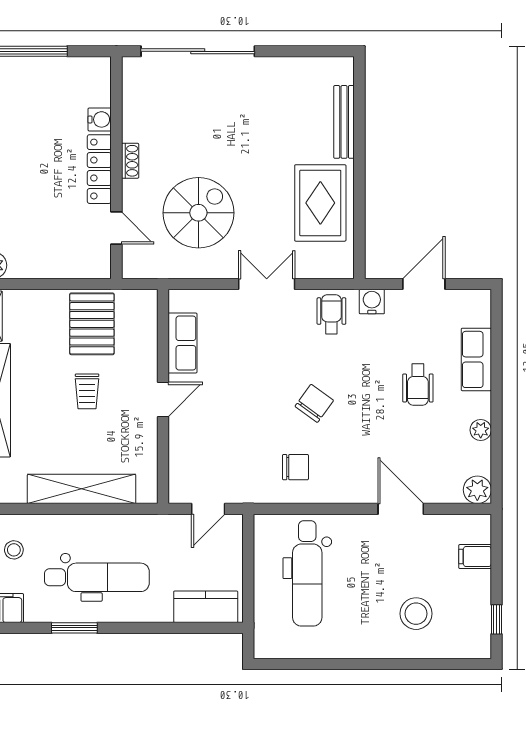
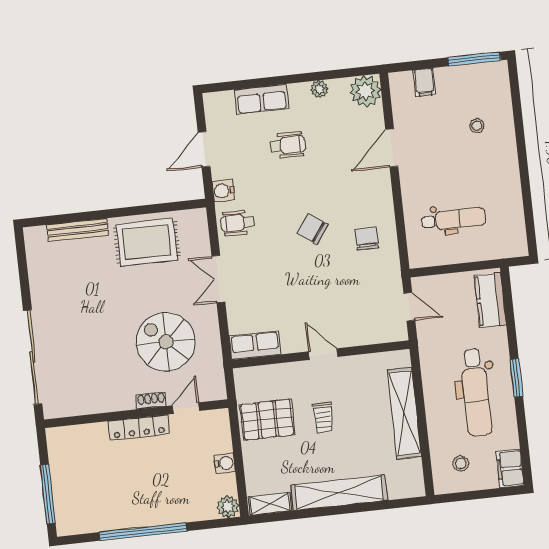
water cooler: (100, 119) -> (225, 463), moved, turned 90
shoe rack: (130, 161) -> (151, 401), moved
door: (424, 284) -> (204, 149), hinge flipped
row of seats: (182, 343) -> (255, 345), moved
trolley: (87, 391) -> (323, 417), turned 90
plant: (477, 490) -> (365, 91), width x1.36, depth x1.36
dental chair: (307, 573) -> (454, 219), width x0.73, depth x0.72
dental chair: (97, 577) -> (476, 392), turned 180
stool: (416, 614) -> (477, 126), width x0.53, depth x0.53
window: (496, 619) -> (474, 59), width x2.17
window: (74, 628) -> (517, 378), moved

